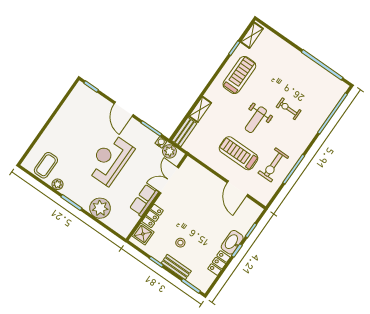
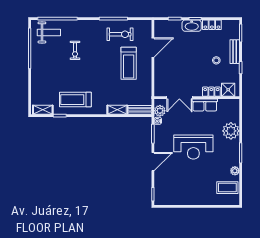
weight bench: (256, 120) -> (49, 32), moved

